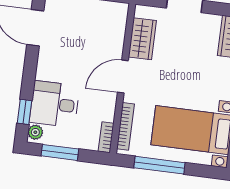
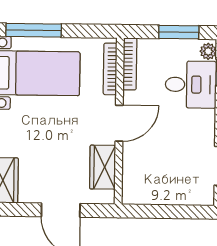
bookcase: (106, 137) -> (130, 64), width x1.56
window: (159, 165) -> (34, 30), moved

